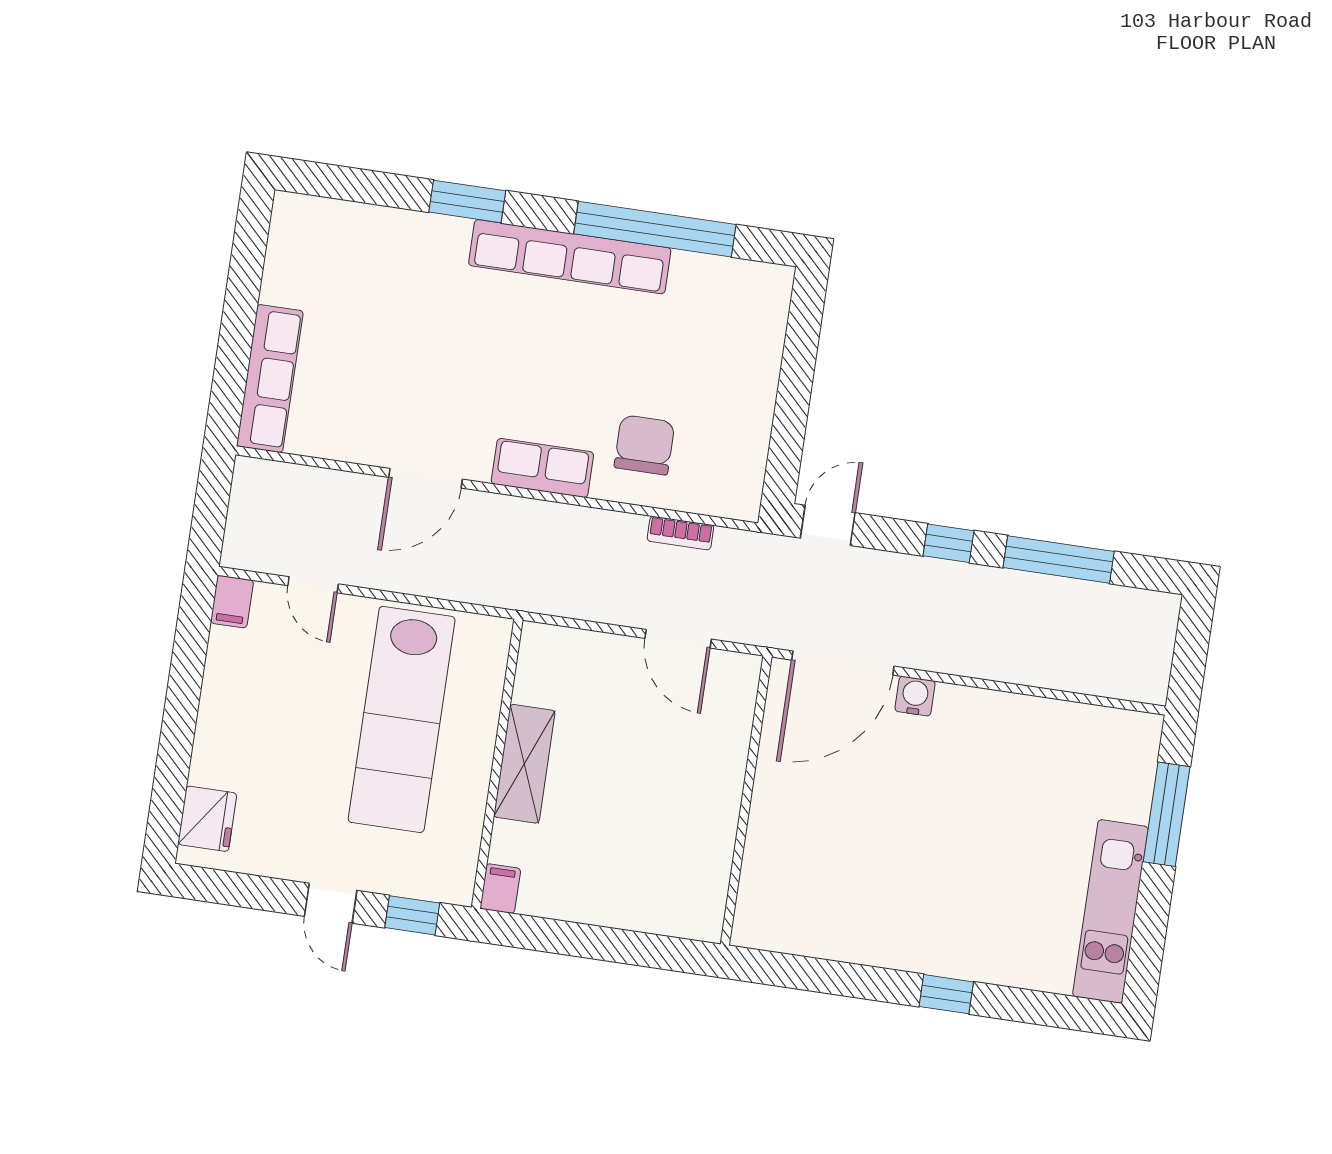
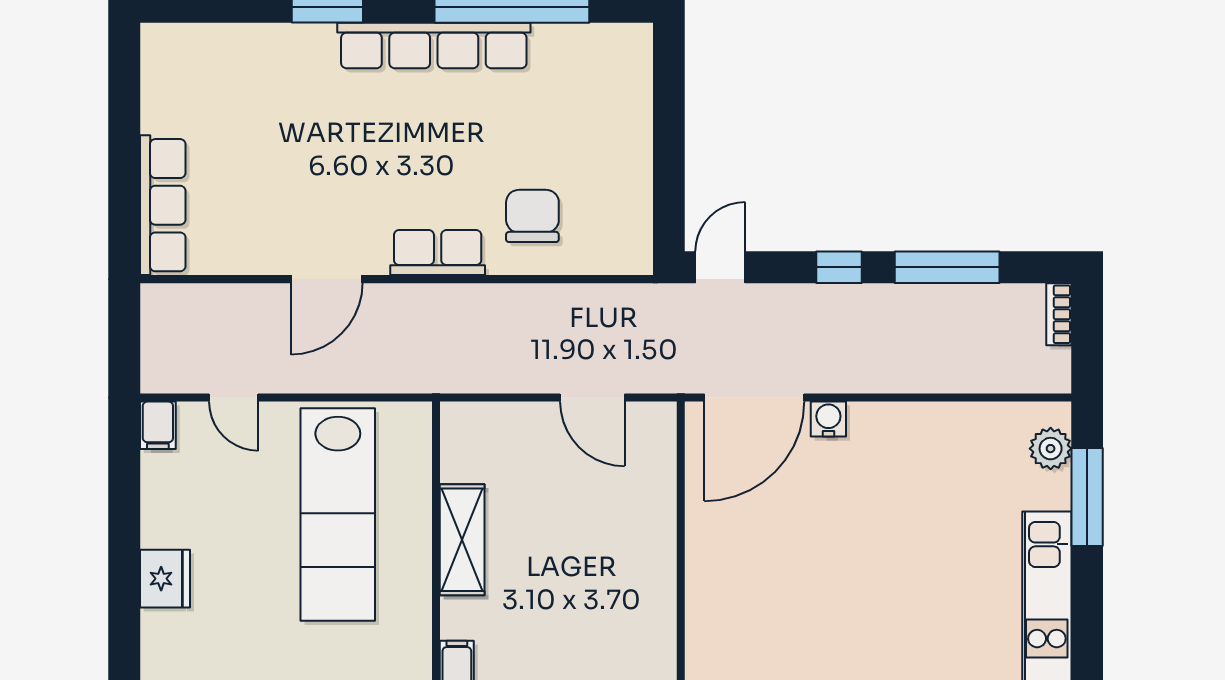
bookcase: (680, 533) -> (1059, 314), moved, turned 90
plant: (1137, 759) -> (1051, 449), added
fridge: (207, 819) -> (165, 579), moved

